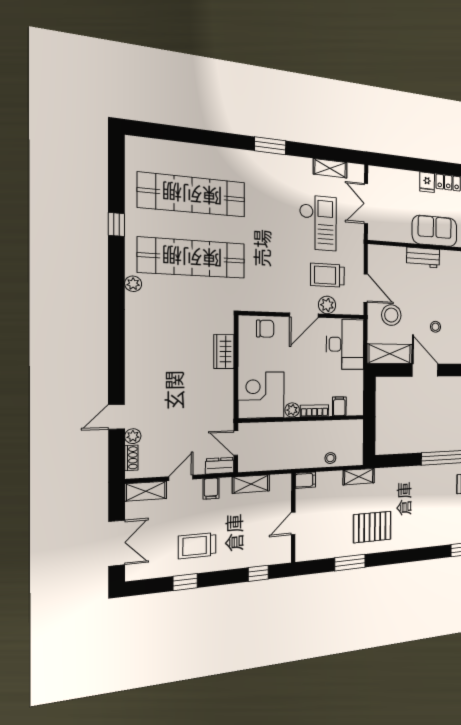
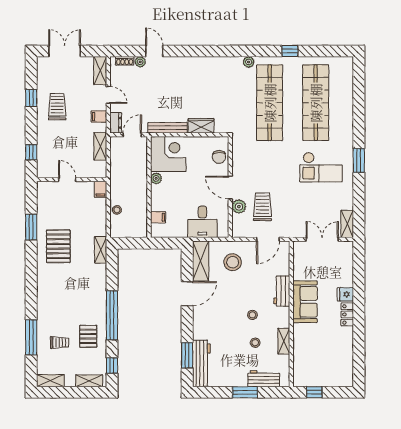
shelving: (330, 168) -> (347, 224), moved
checkout: (318, 223) -> (321, 167), moved
door: (366, 288) -> (268, 239), moved
stool: (435, 327) -> (252, 315), moved
desk: (345, 344) -> (202, 222), width x0.73
bench: (226, 396) -> (168, 128), added
bookcase: (314, 411) -> (155, 197), removed
shelving: (359, 477) -> (101, 250), moved
double door: (117, 543) -> (65, 51), swing flipped

